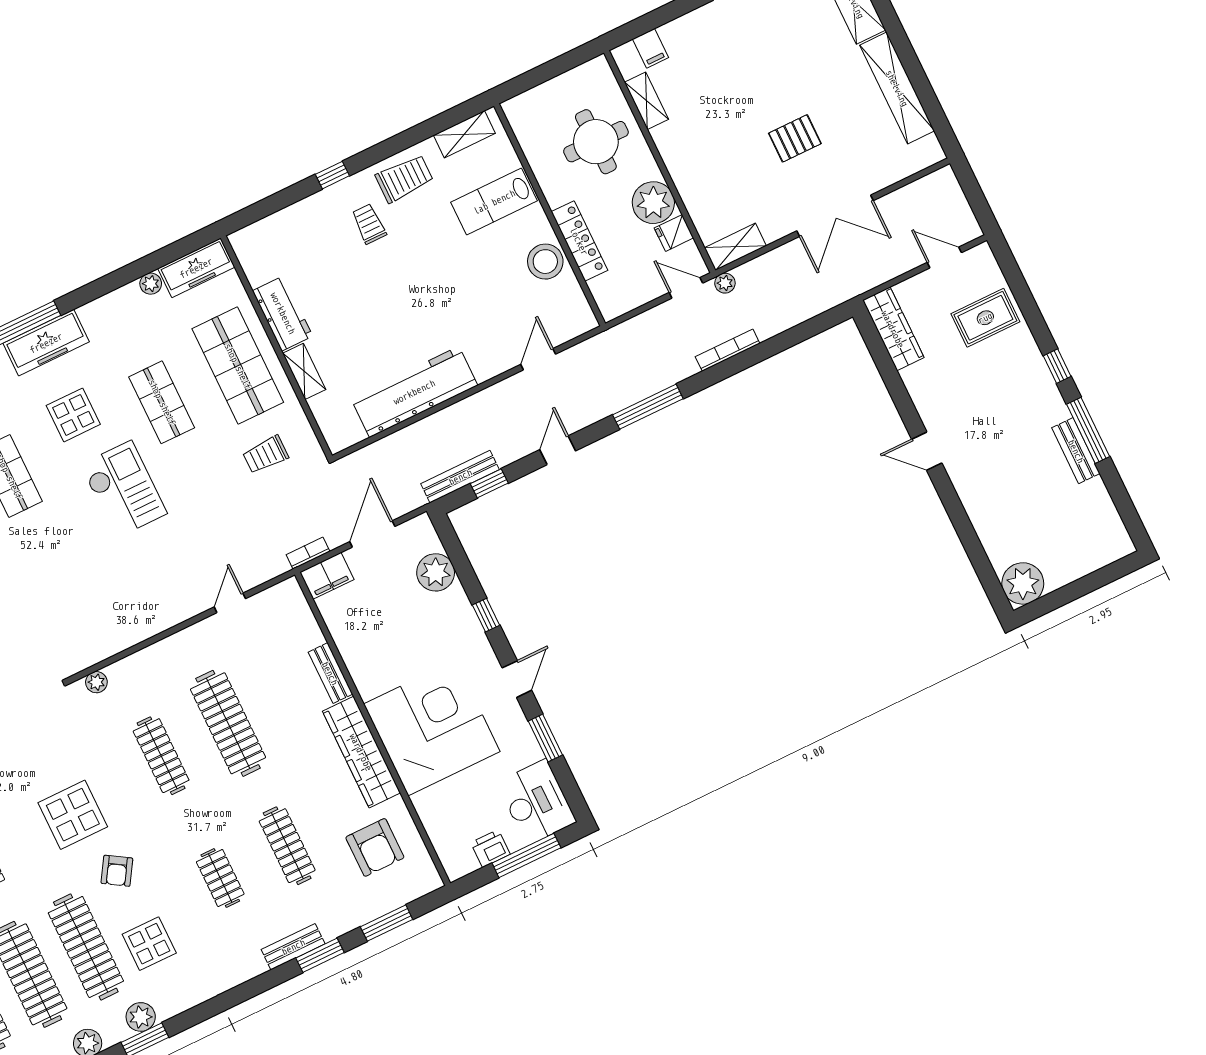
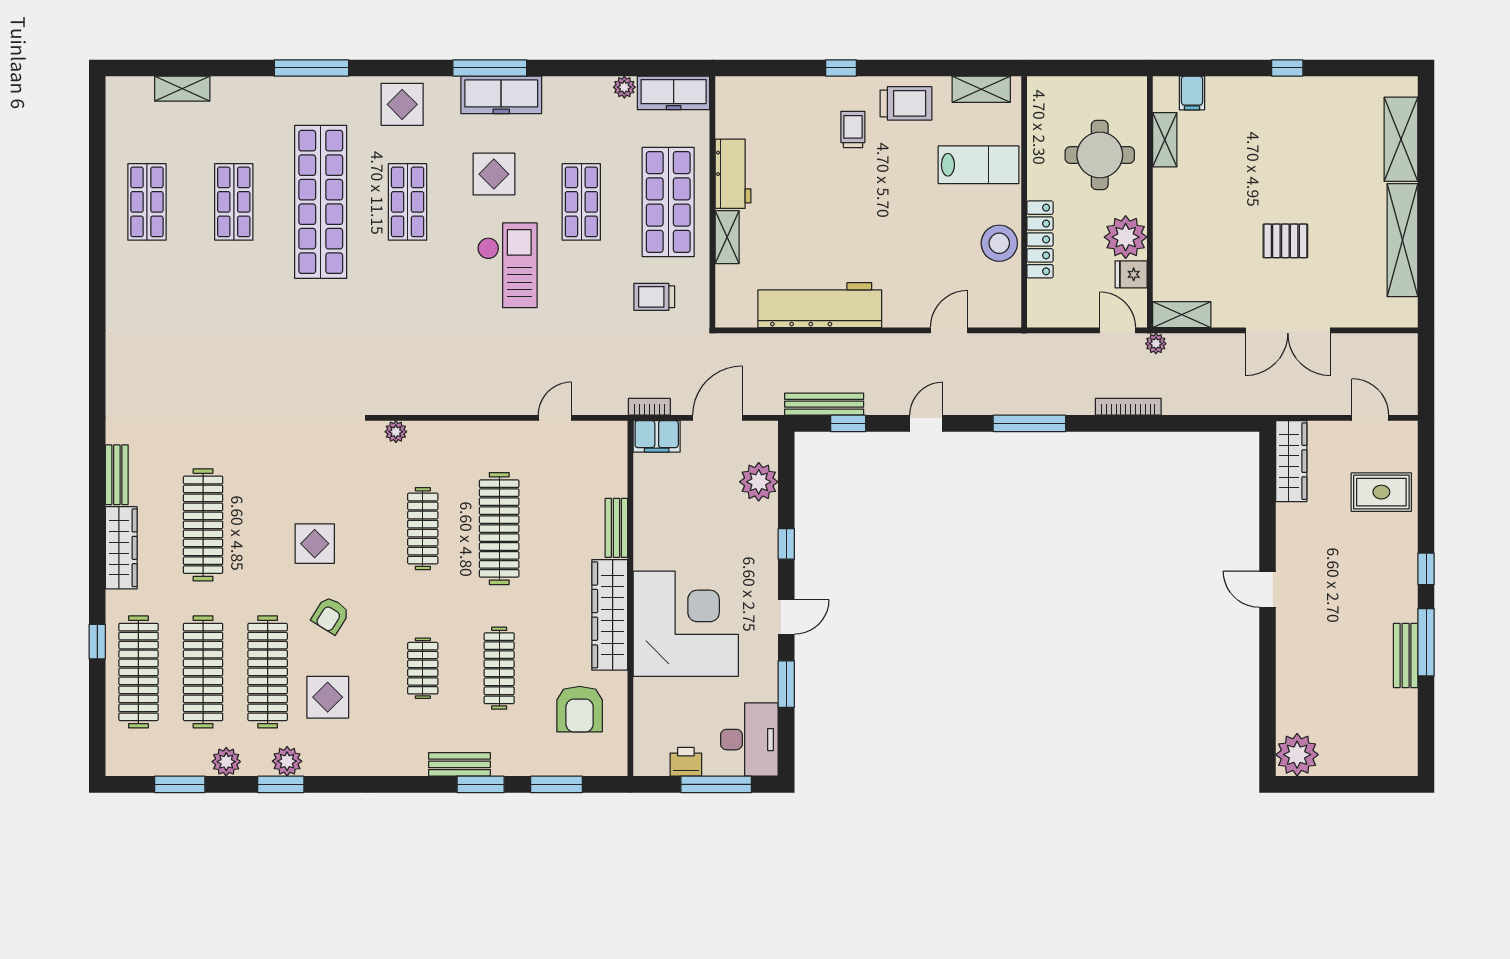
lab bench: (494, 202) -> (979, 165), turned 180
display table: (73, 815) -> (315, 544), width x0.73, depth x0.73

